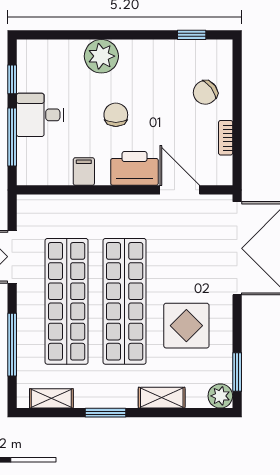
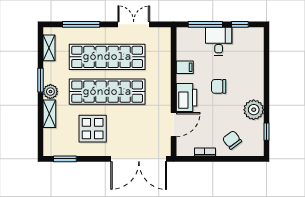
plant: (101, 56) -> (254, 110), moved
chair: (116, 115) -> (219, 86), turned 180
plant: (220, 396) -> (50, 92), moved

